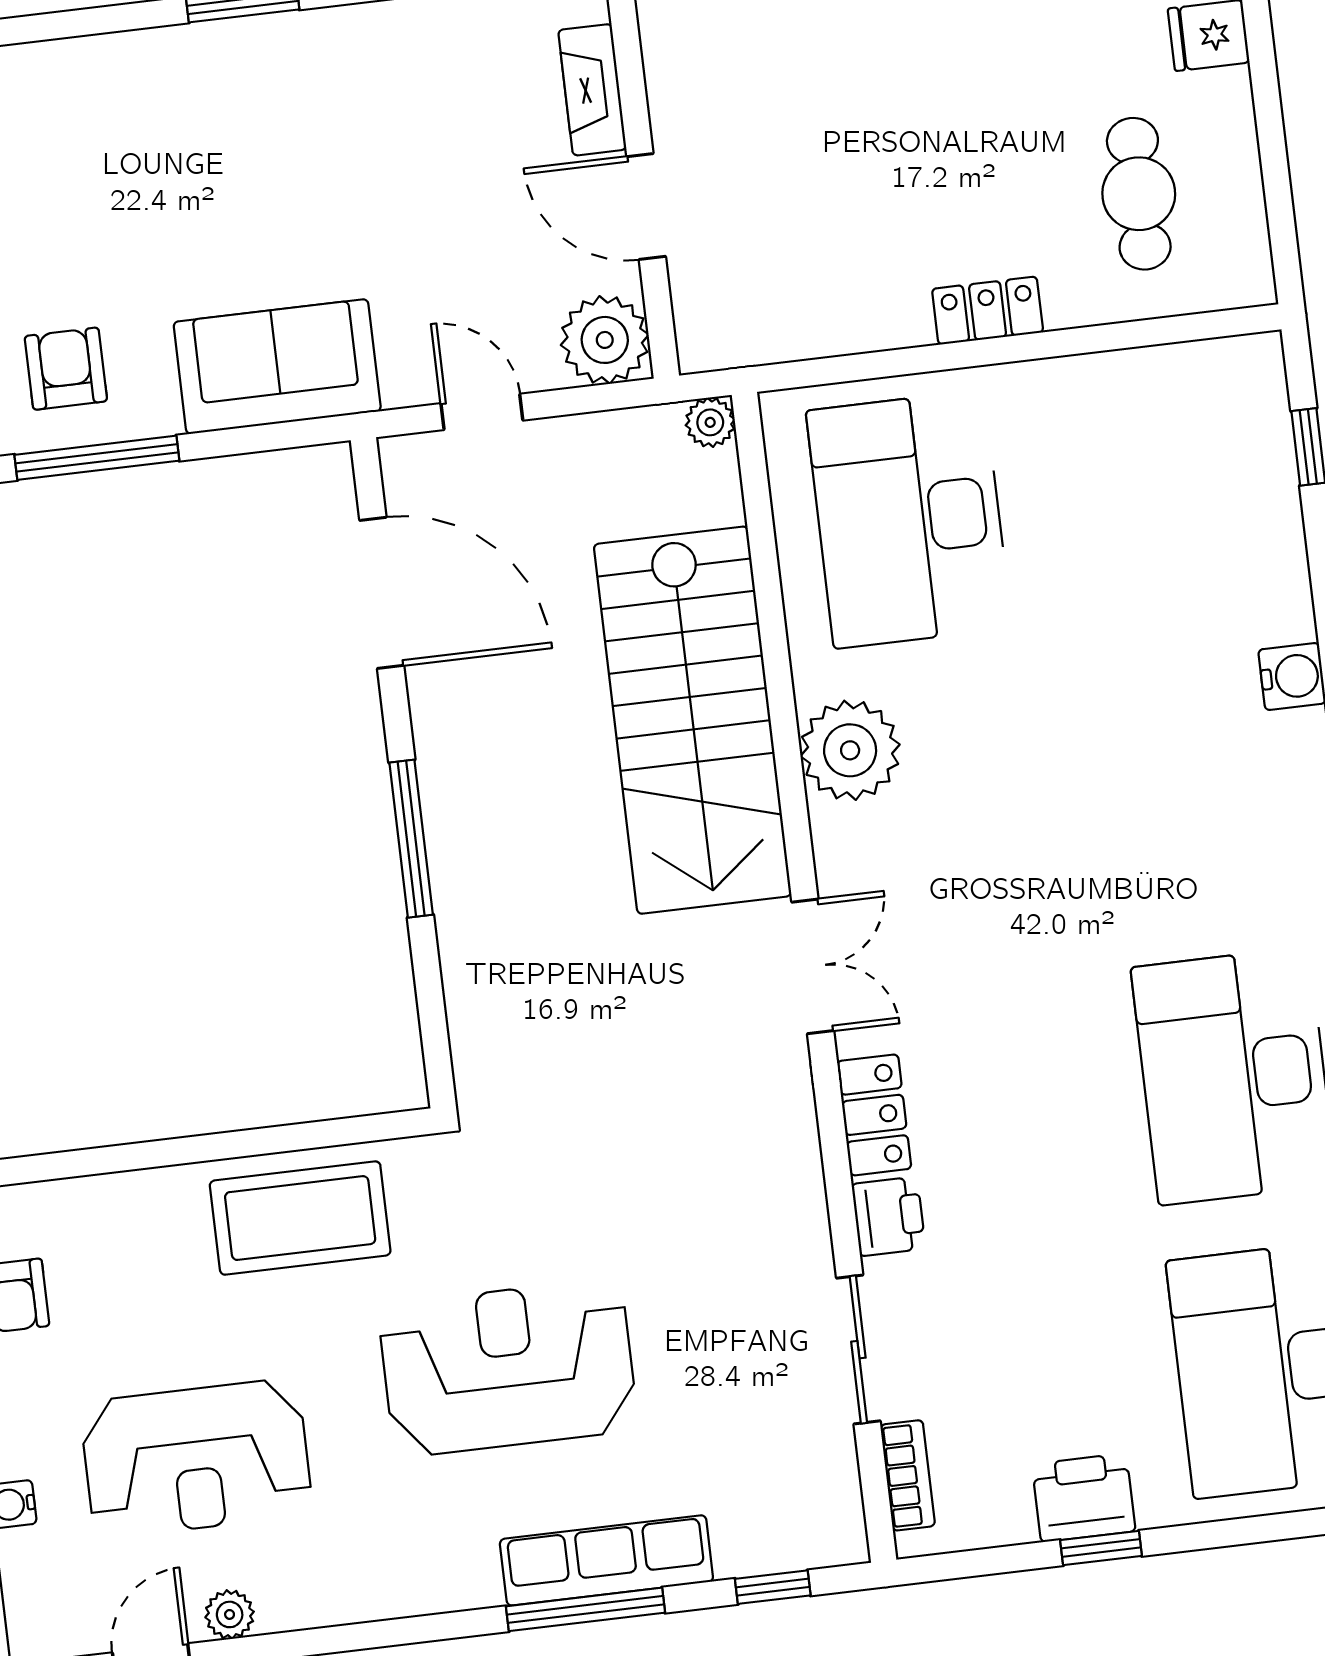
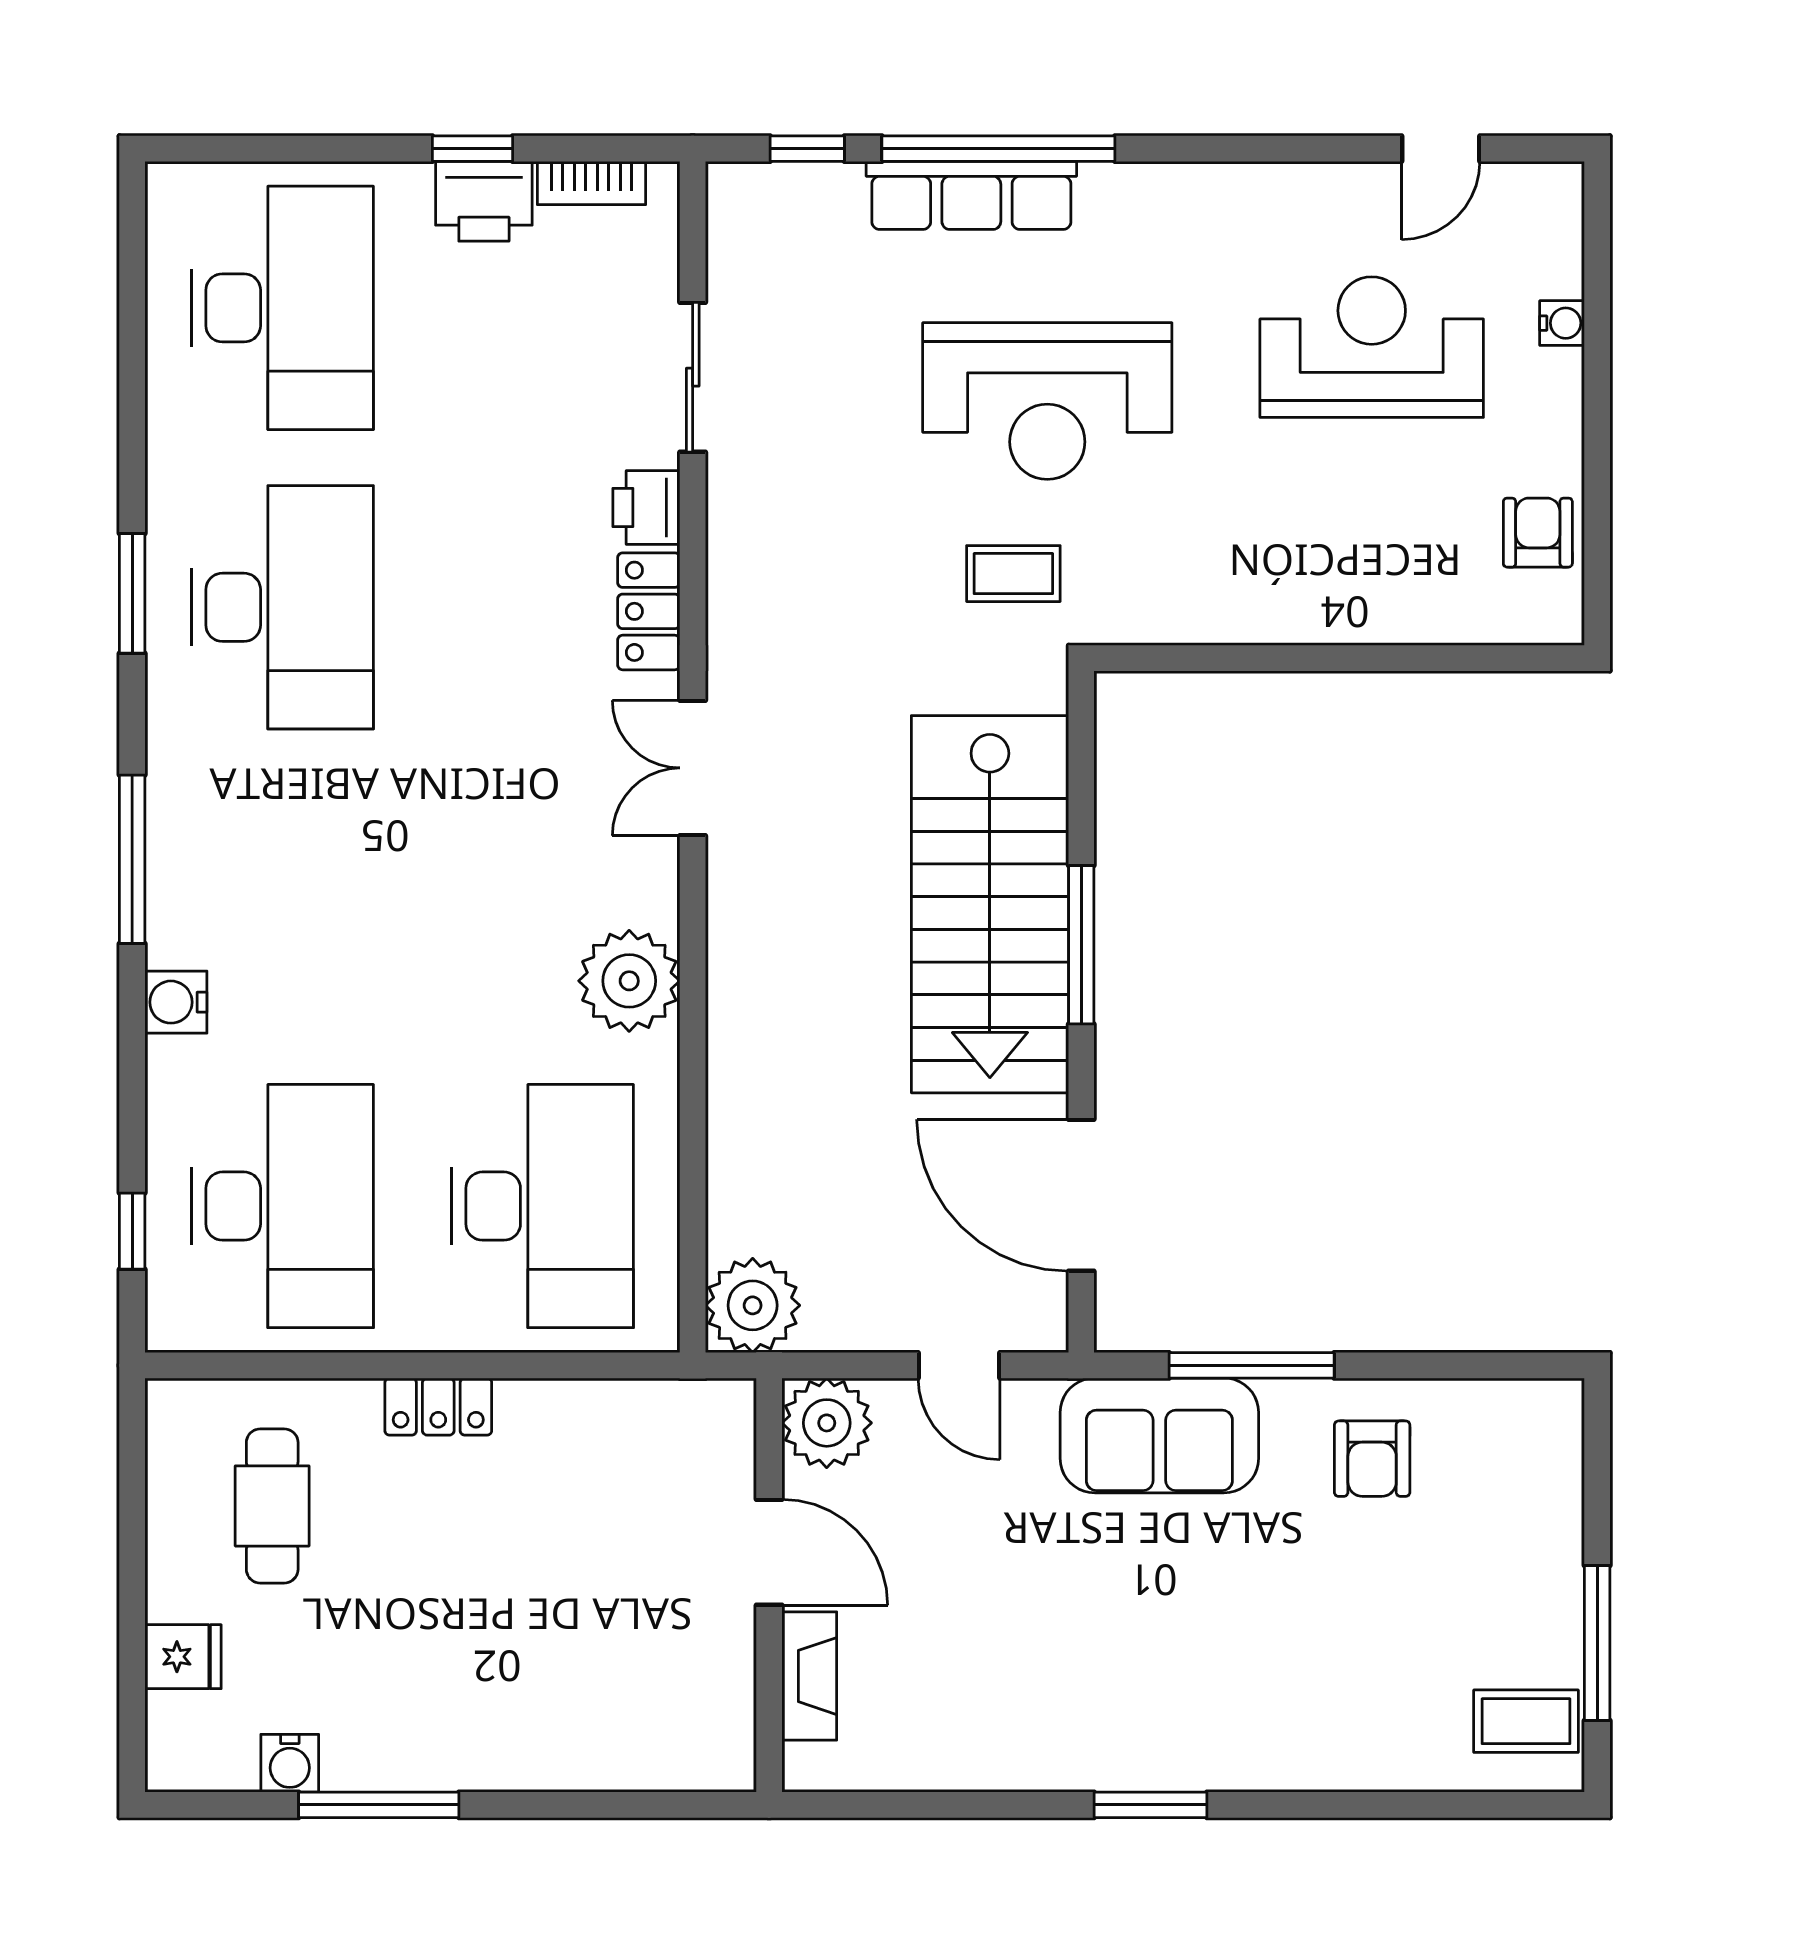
plant: (710, 422) -> (753, 1305), width x1.87, depth x1.87
window: (97, 458) -> (1252, 1365), moved
desk: (1164, 489) -> (282, 1206), added
stairs: (693, 720) -> (990, 904), moved, turned 180
coffee table: (300, 1218) -> (1013, 574), moved, width x0.54, depth x0.58
bookcase: (908, 1475) -> (591, 183), moved, turned -90
window: (585, 1609) -> (998, 149), width x1.46
plant: (230, 1614) -> (1357, 186), removed

